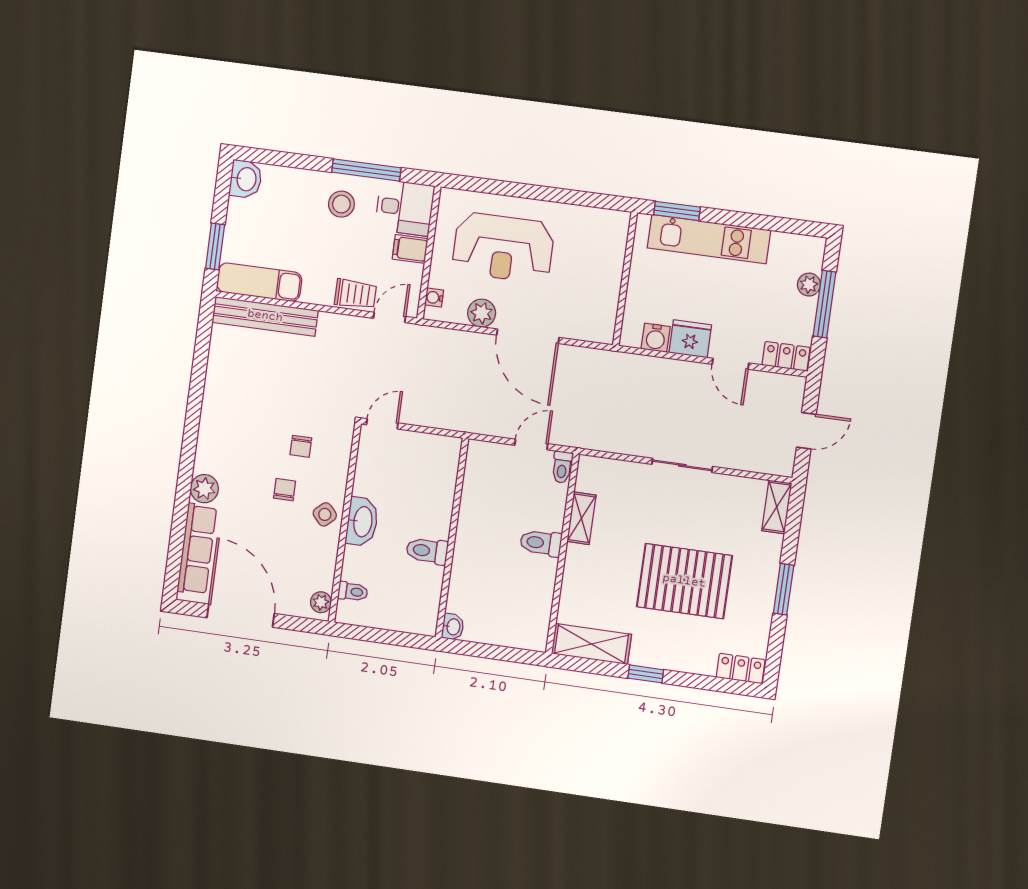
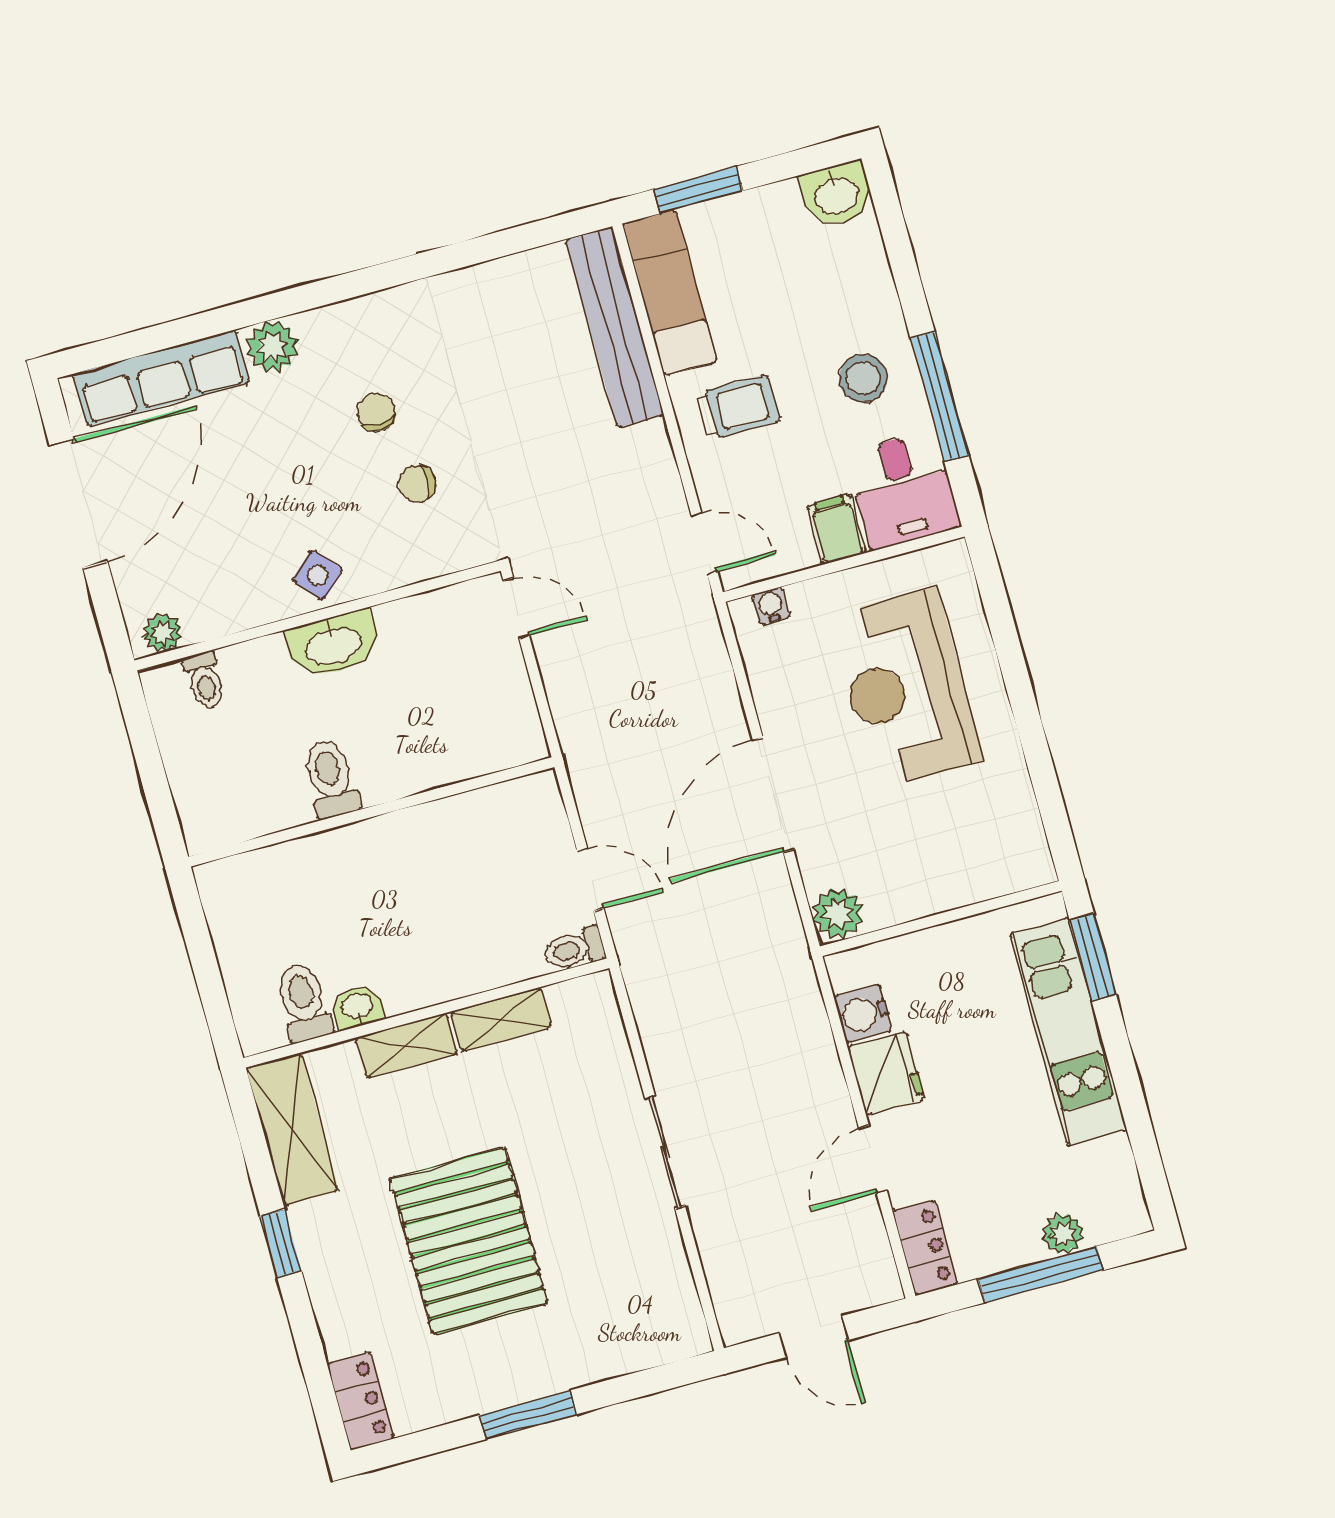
trolley: (355, 294) -> (738, 407), moved, turned -90
plant: (482, 313) -> (838, 913), moved
chair: (285, 490) -> (376, 413), moved, turned -90
shelving: (777, 507) -> (406, 1046), moved
toilet: (541, 543) -> (303, 1002), moved
washbasin: (453, 627) -> (357, 1007), moved, turned 180

